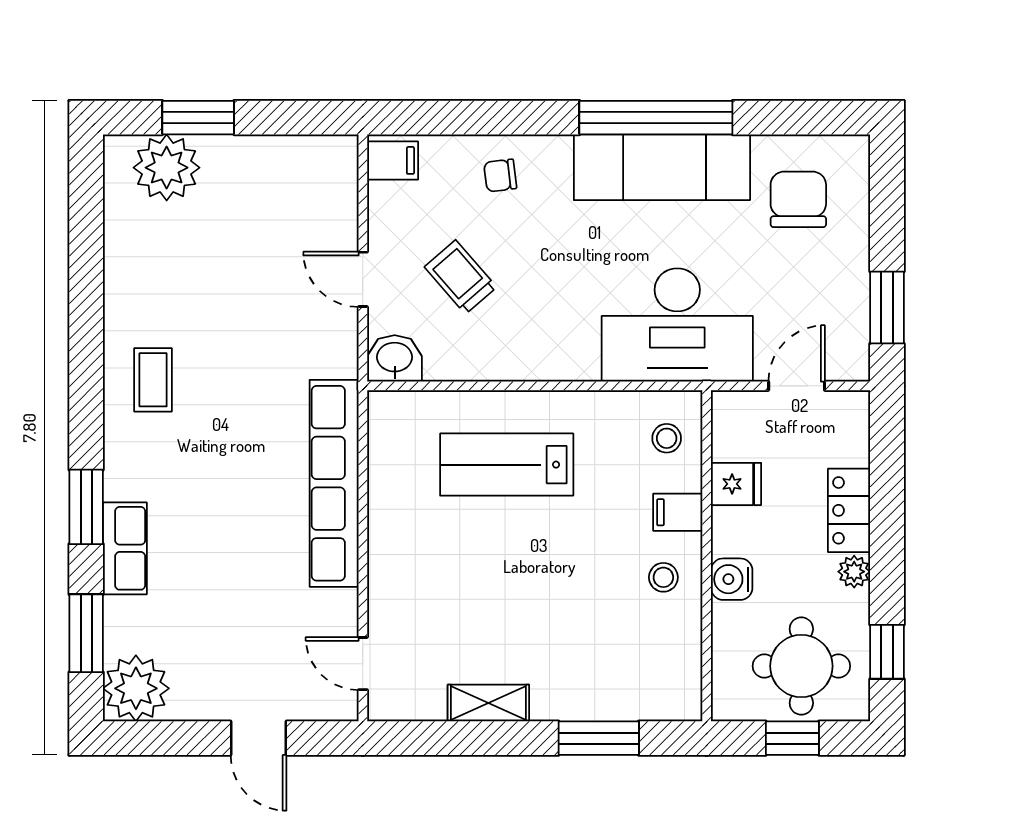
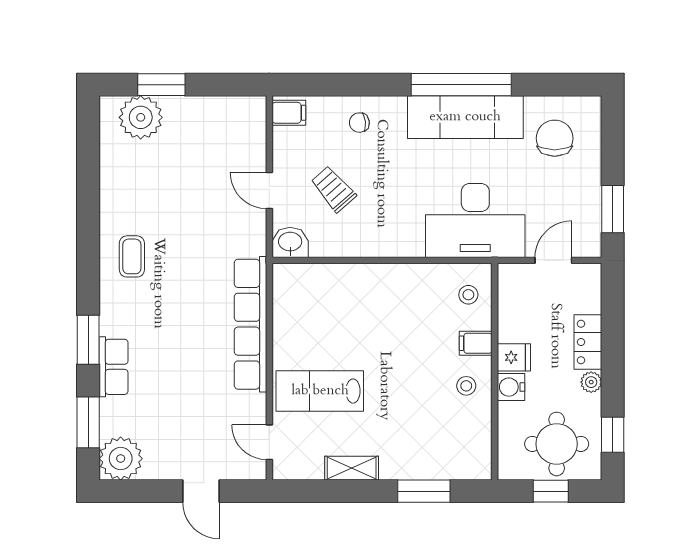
lab bench: (507, 465) -> (320, 391), moved
fridge: (736, 484) -> (514, 357), moved

